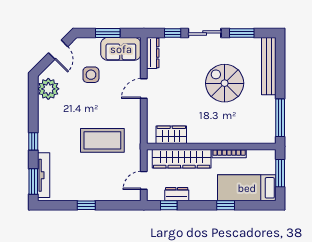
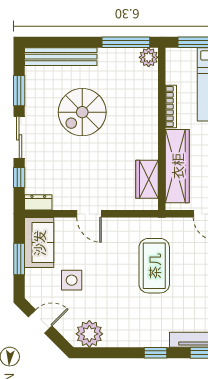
dresser: (153, 53) -> (38, 202), width x0.70
plant: (268, 136) -> (149, 57), added

